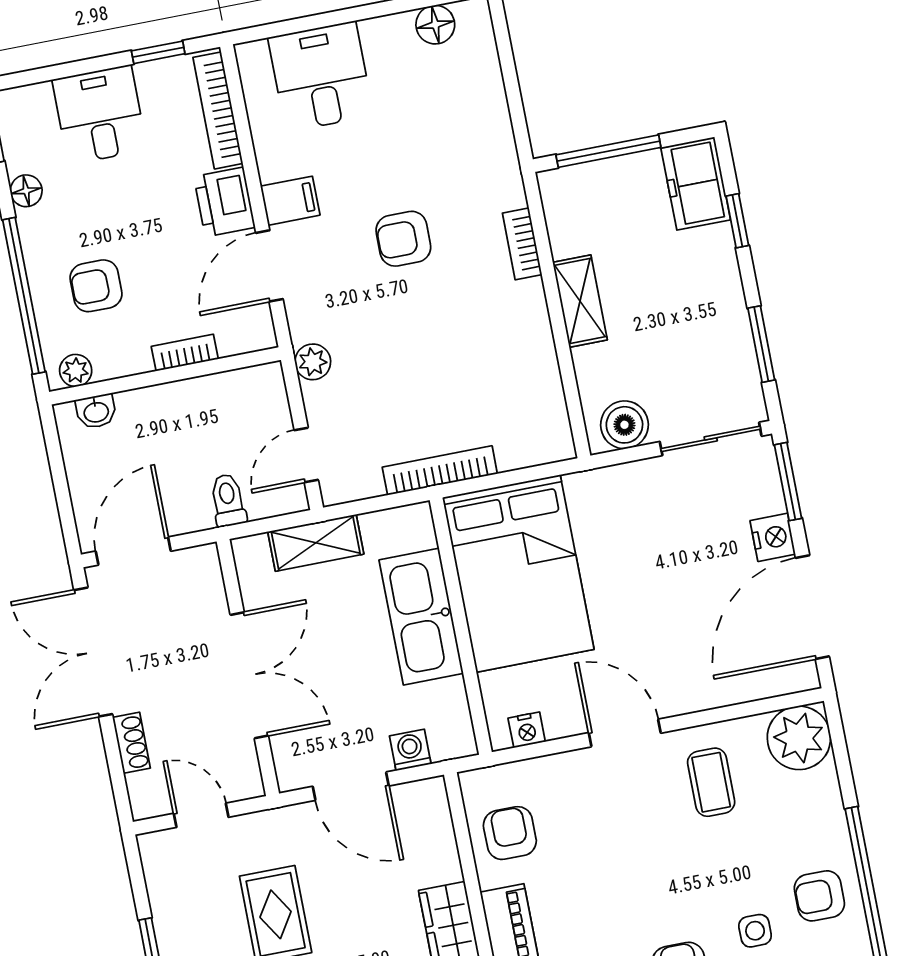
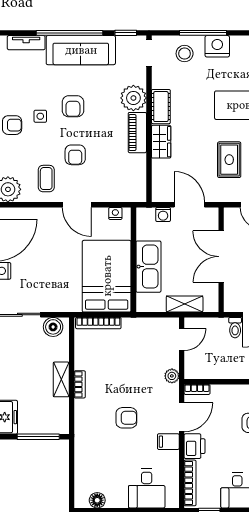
bookcase: (522, 244) -> (80, 384), moved
bookcase: (185, 353) -> (197, 389), moved
bookcase: (440, 470) -> (98, 323), moved
toilet: (228, 500) -> (235, 328), moved
armchair: (510, 833) -> (75, 155), moved

